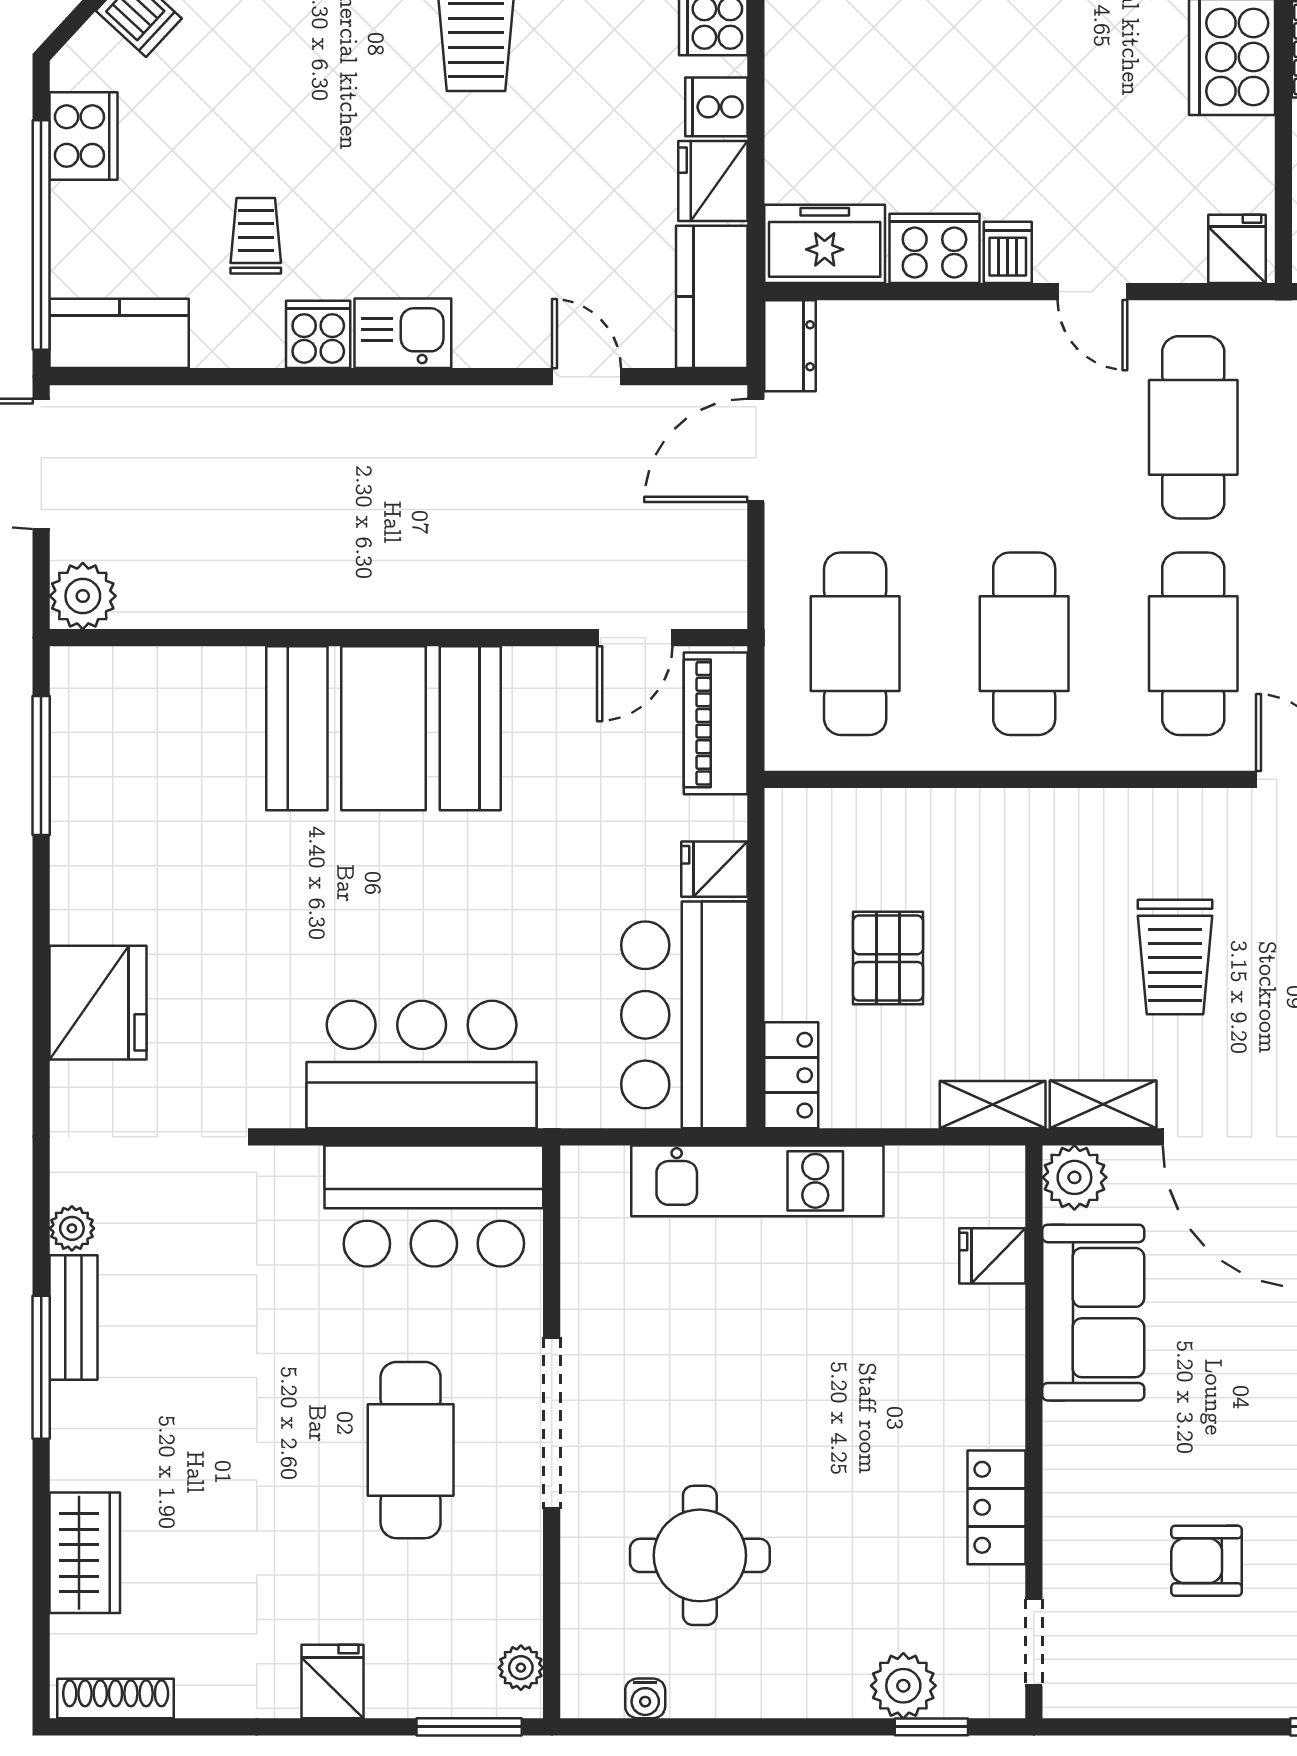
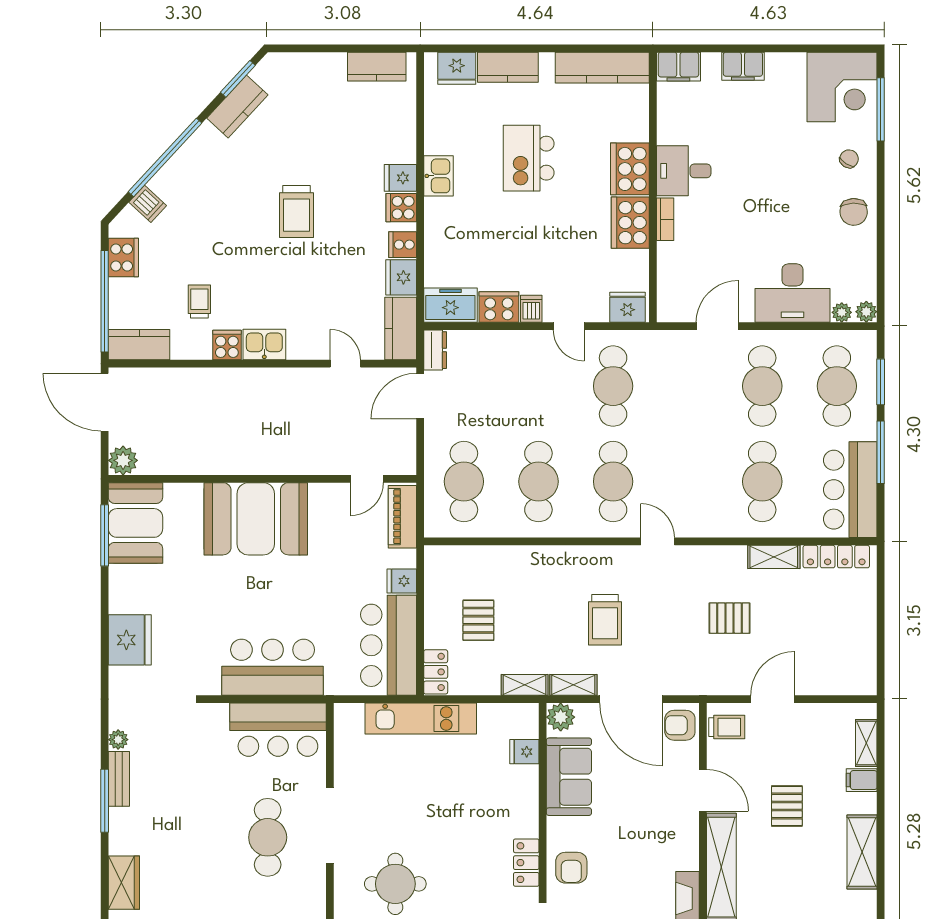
fridge: (1237, 249) -> (628, 307), width x1.38
booth: (111, 738) -> (135, 523), added
armchair: (1206, 1561) -> (571, 868), moved, turned -90

